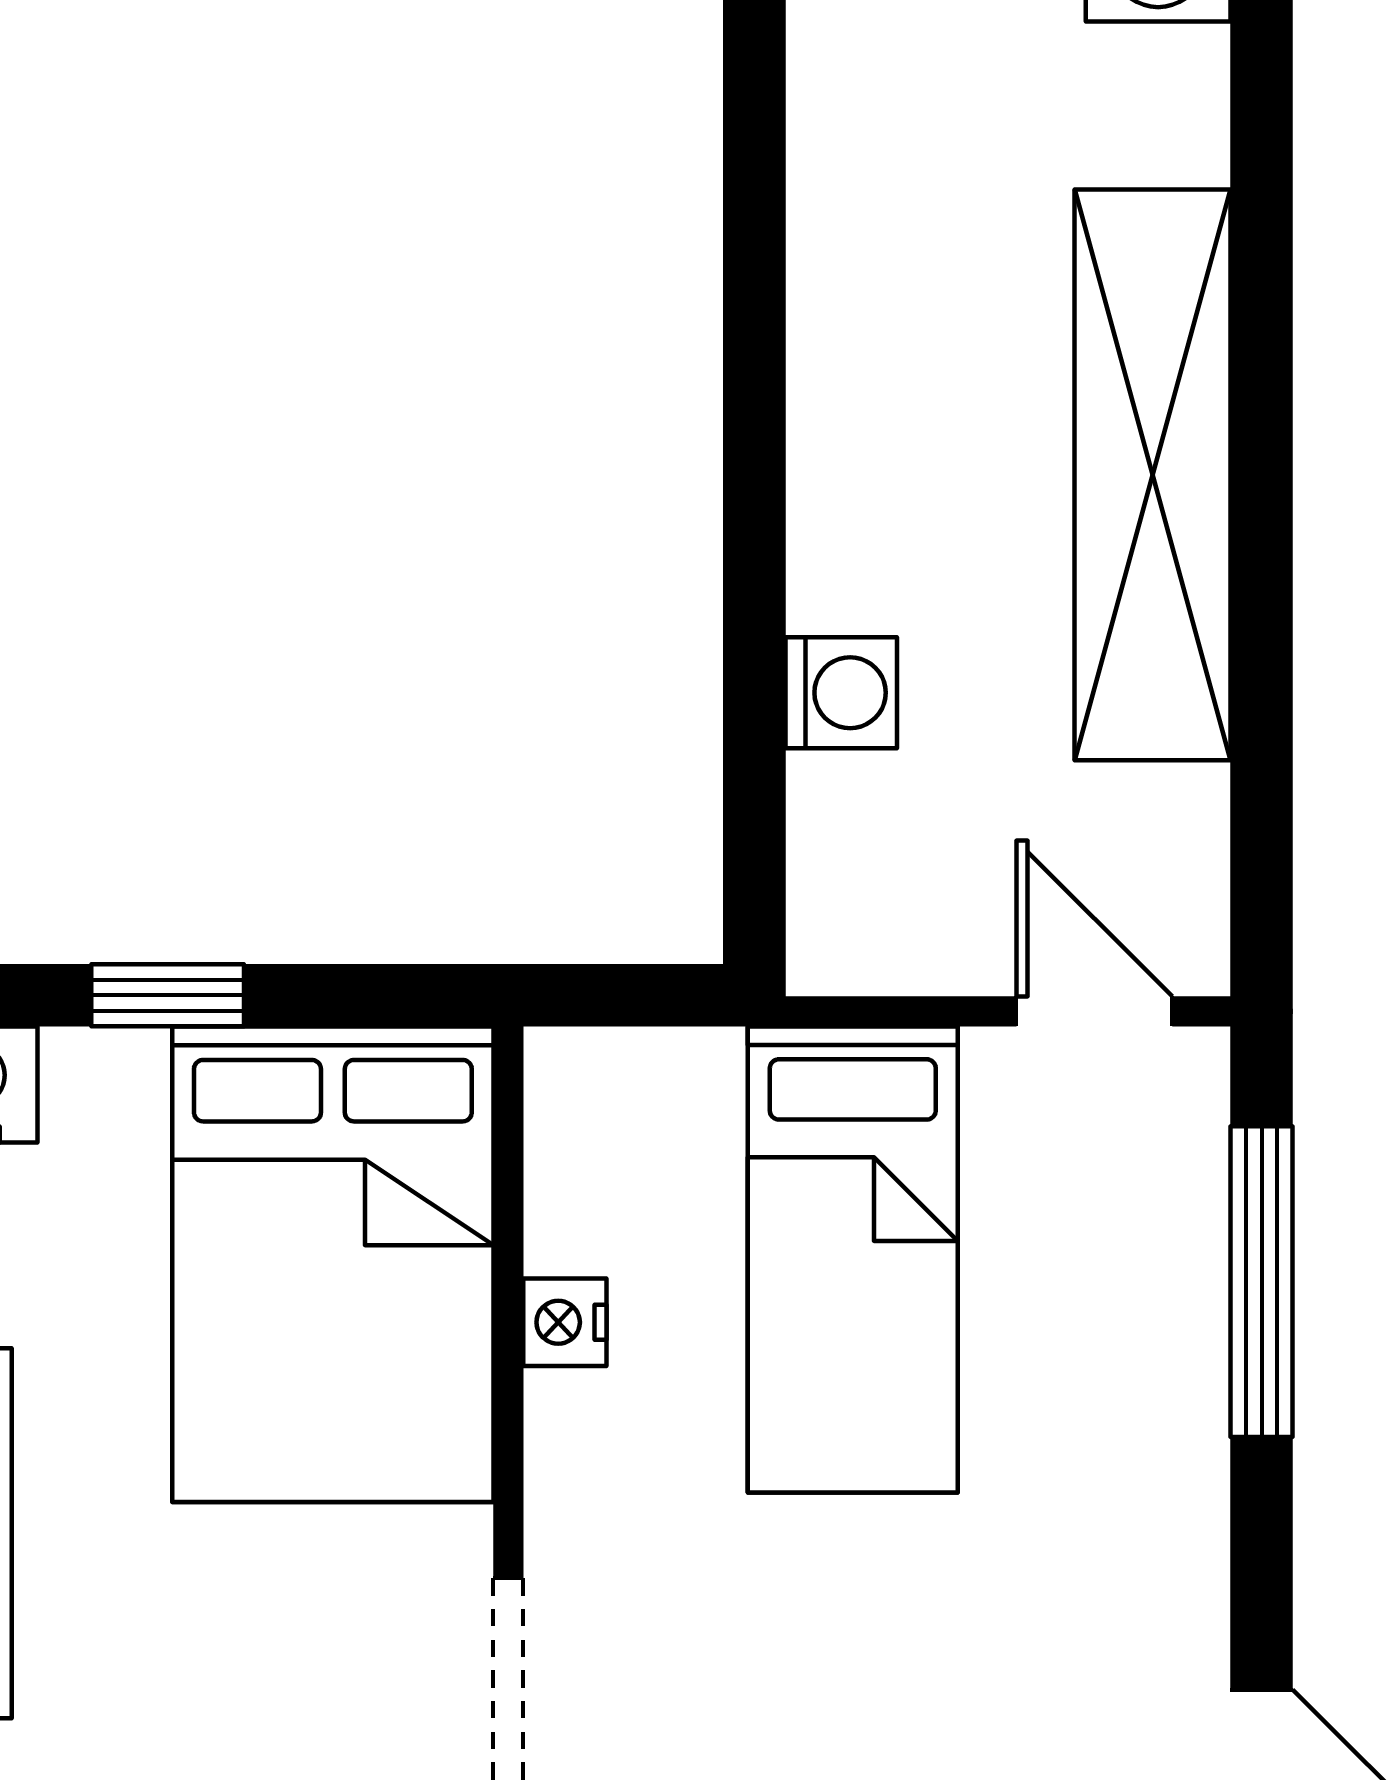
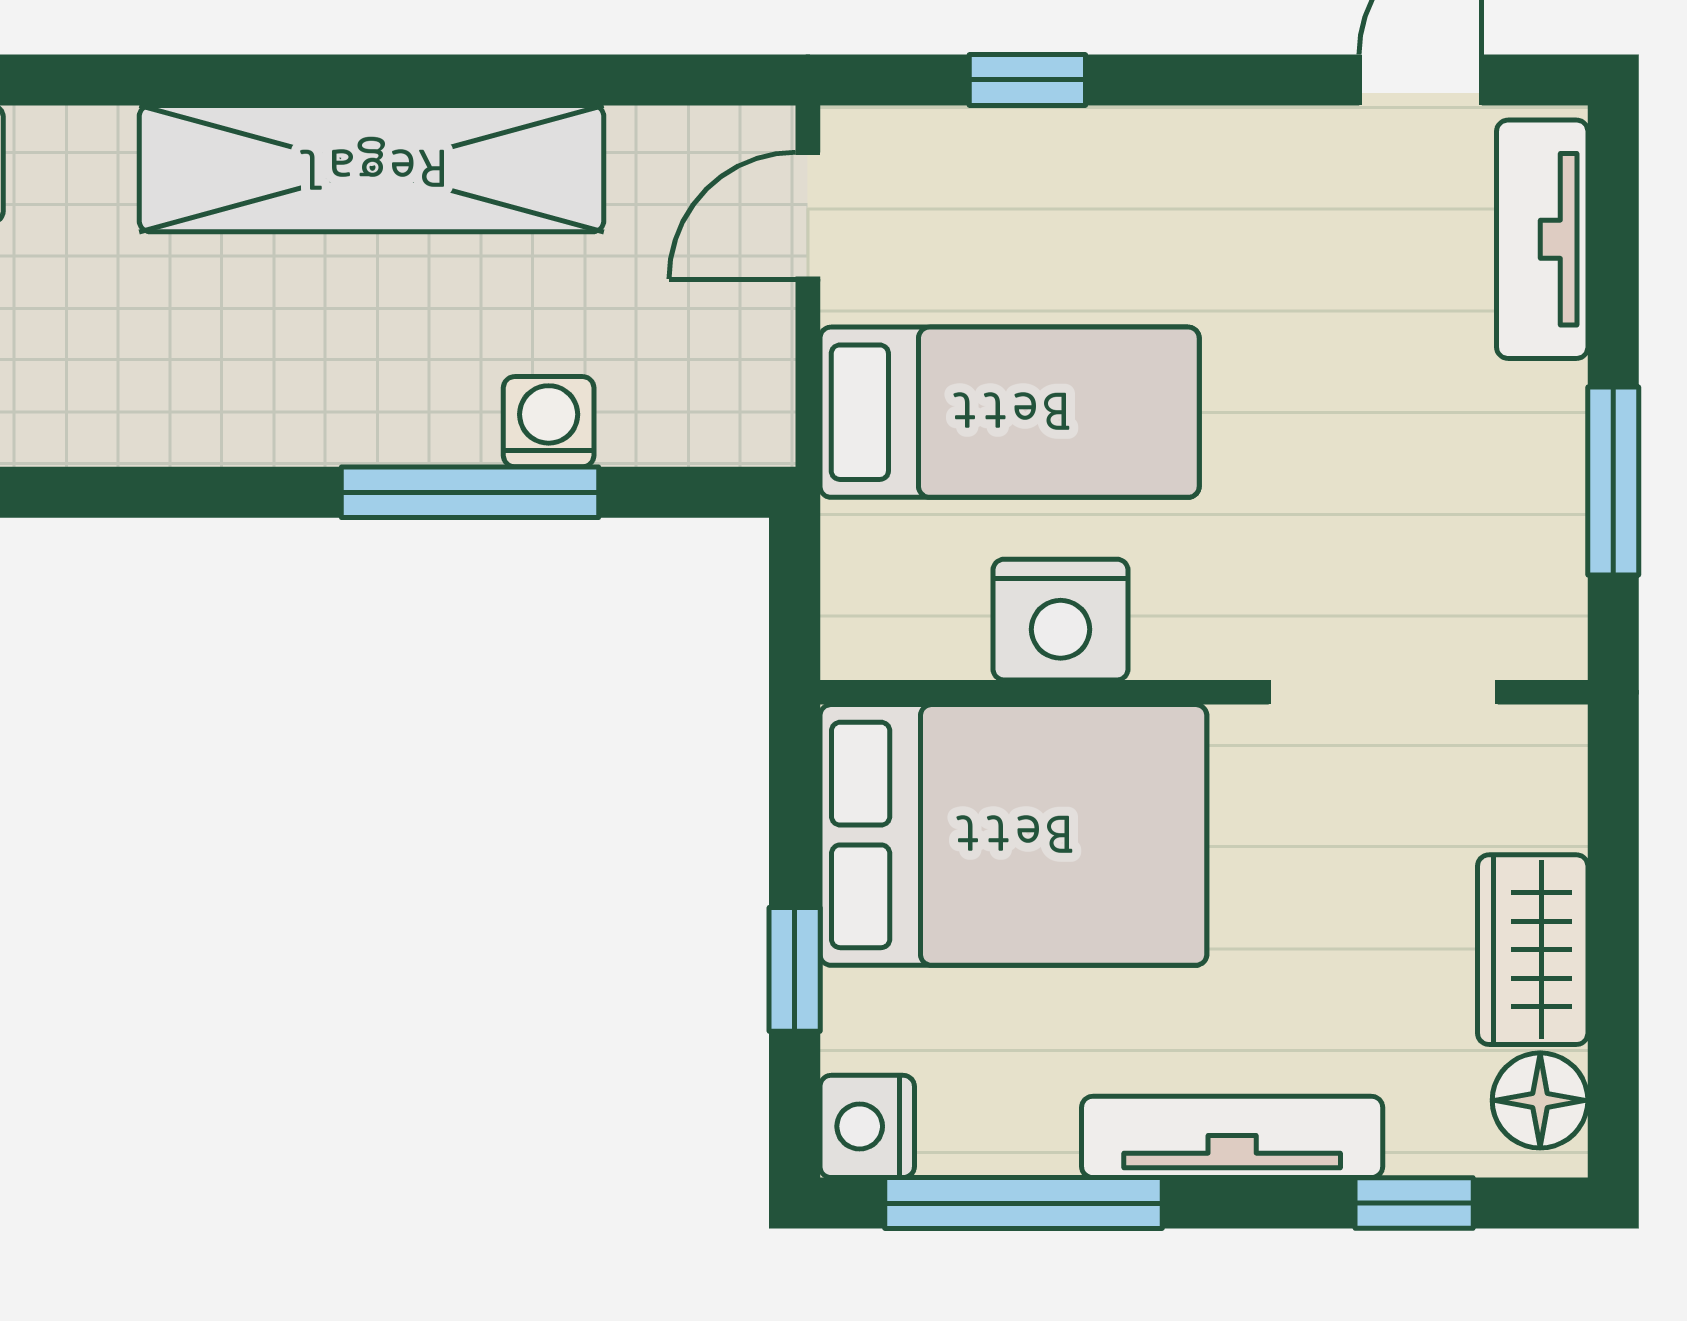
window: (754, 596) -> (470, 492), added
window: (1262, 1282) -> (1027, 80), width x0.46
nightstand: (565, 1322) -> (1061, 620), width x1.89, depth x1.79

